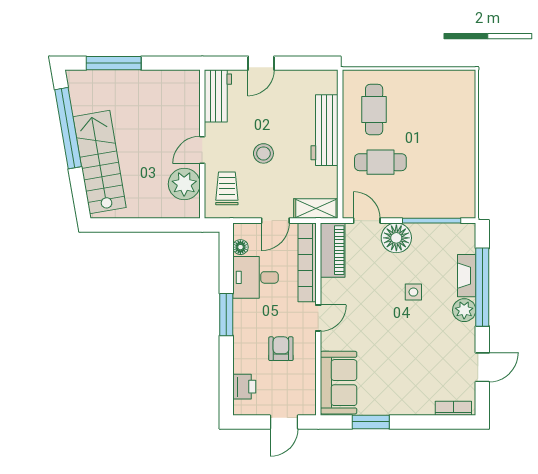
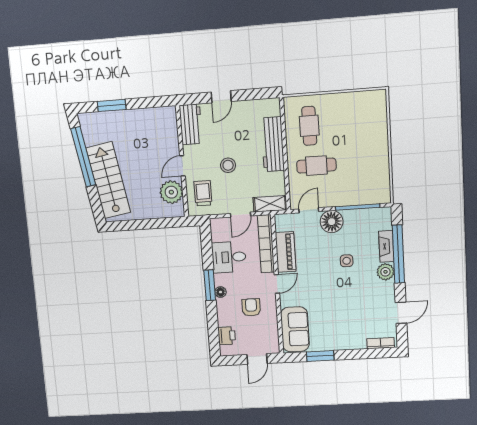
window: (114, 63) -> (112, 105), width x0.69
door: (367, 221) -> (309, 210), hinge flipped
floor lamp: (240, 247) -> (221, 292), moved
piano: (333, 250) -> (286, 252), moved

